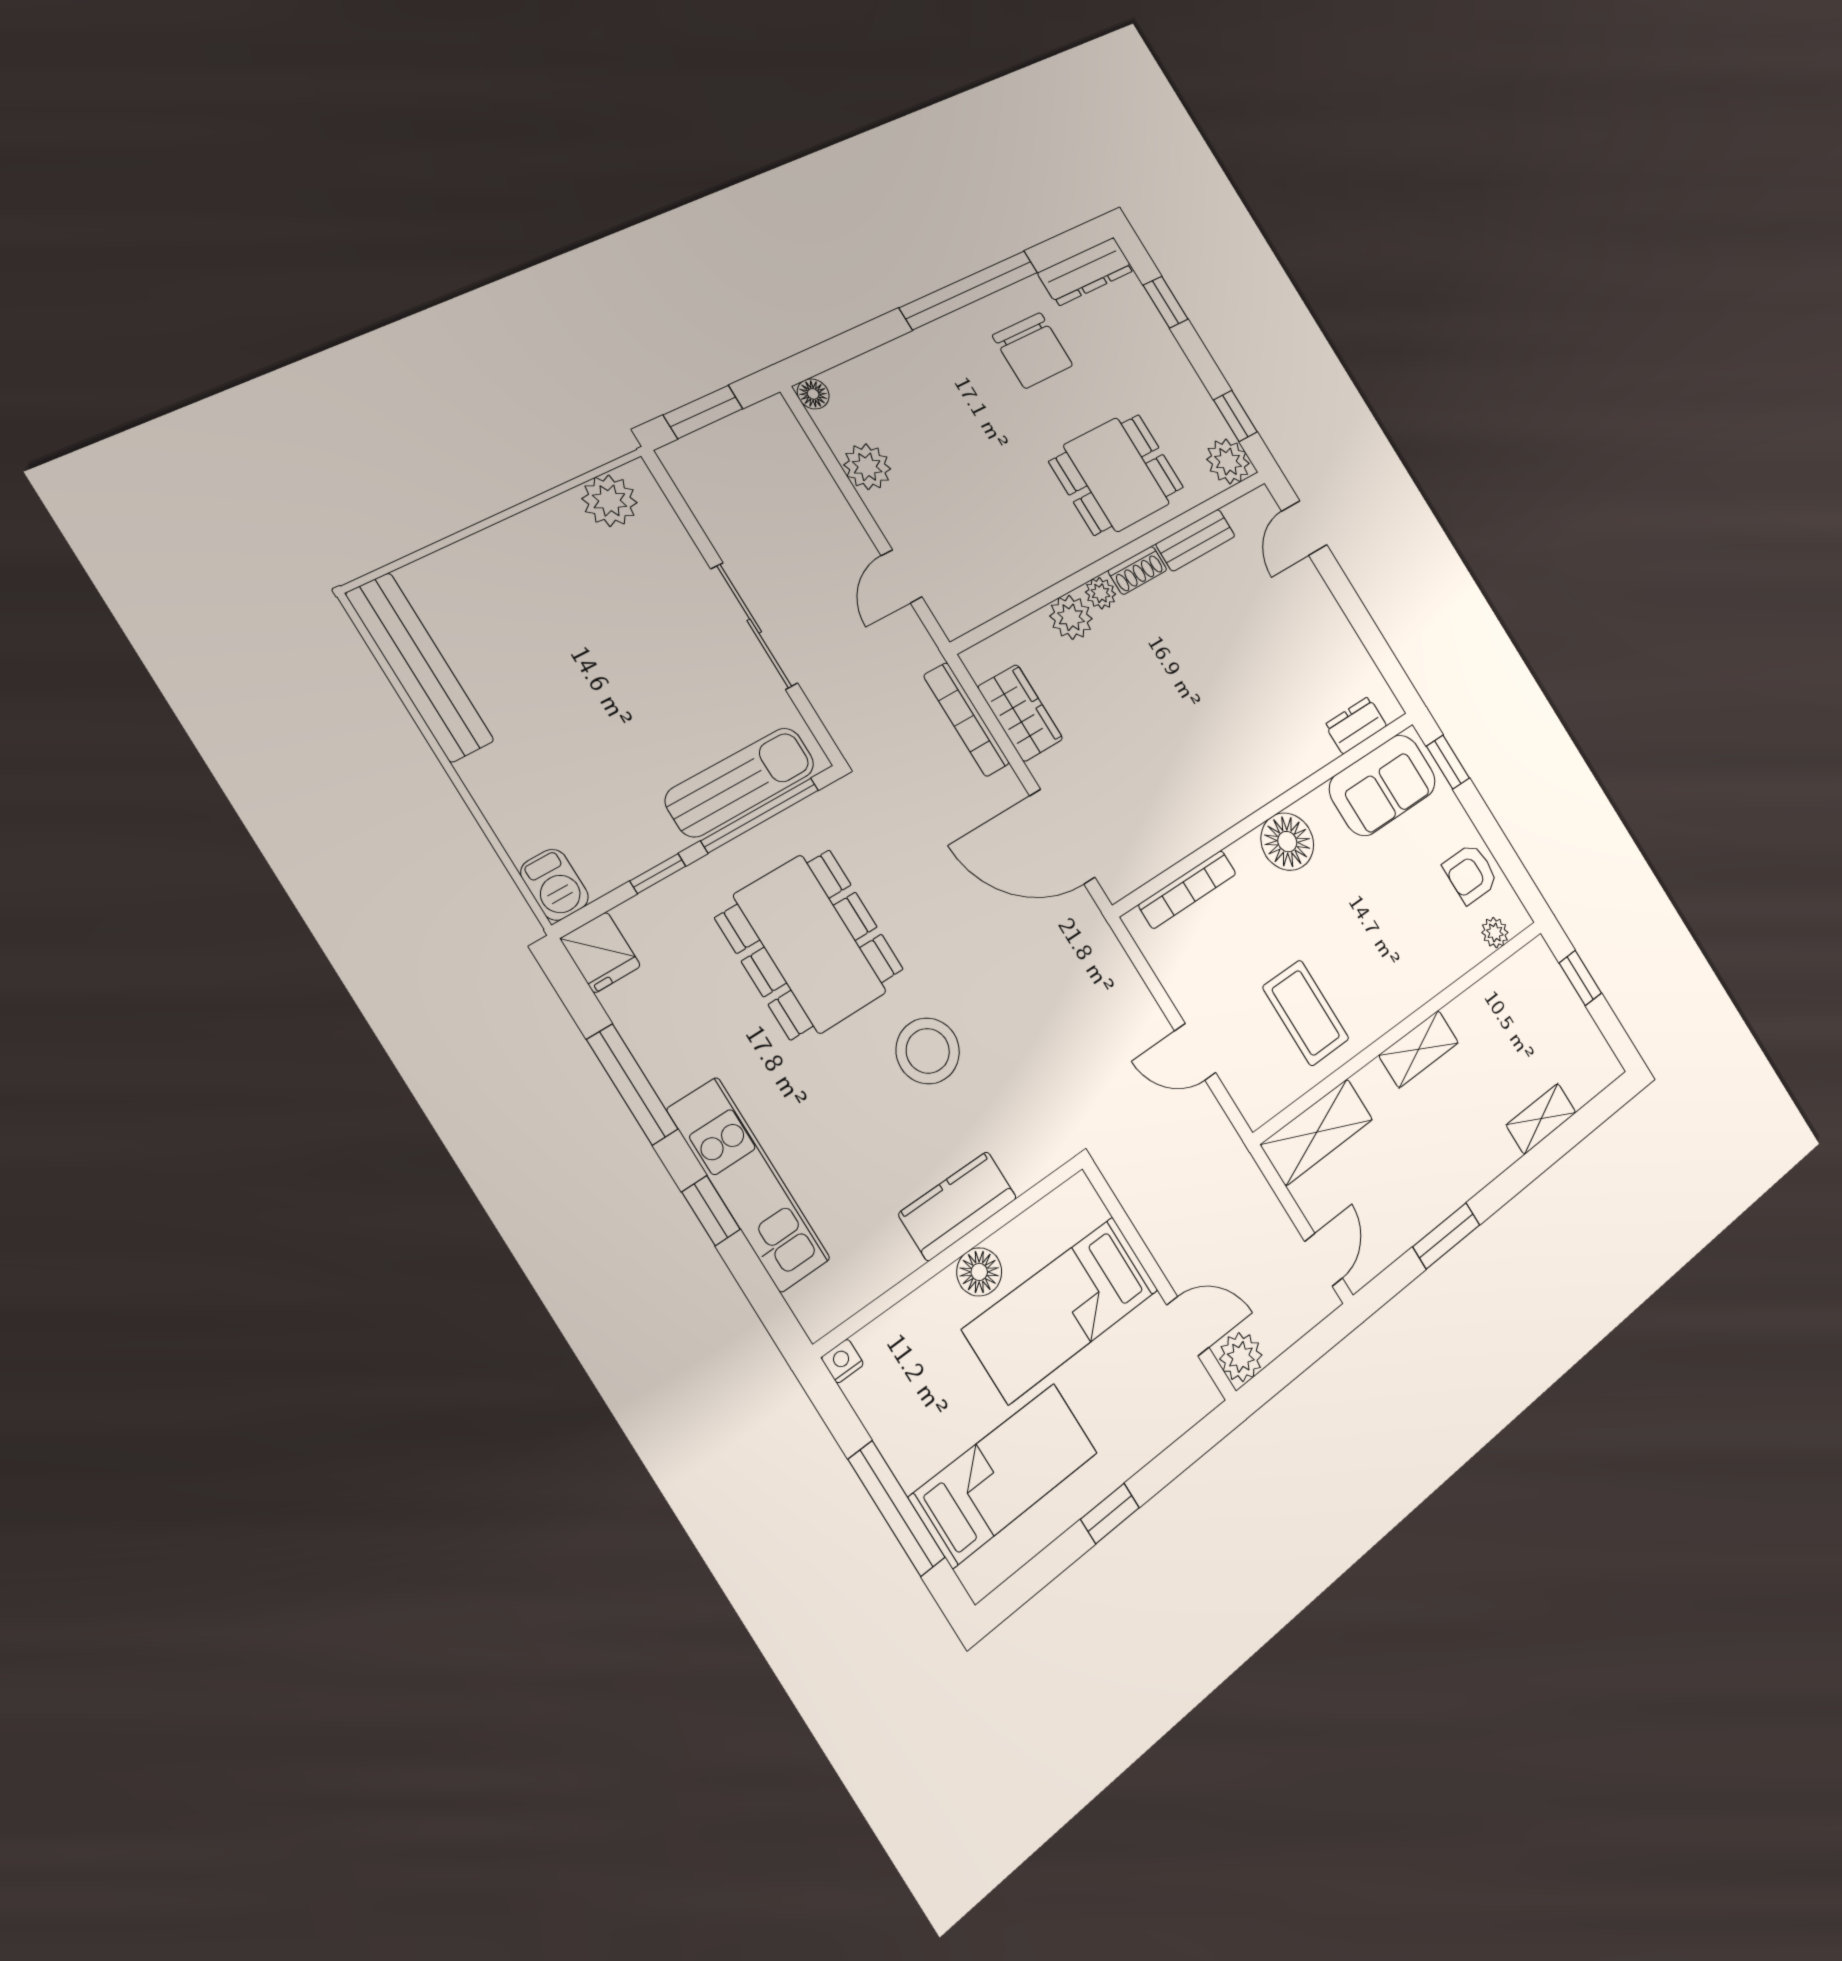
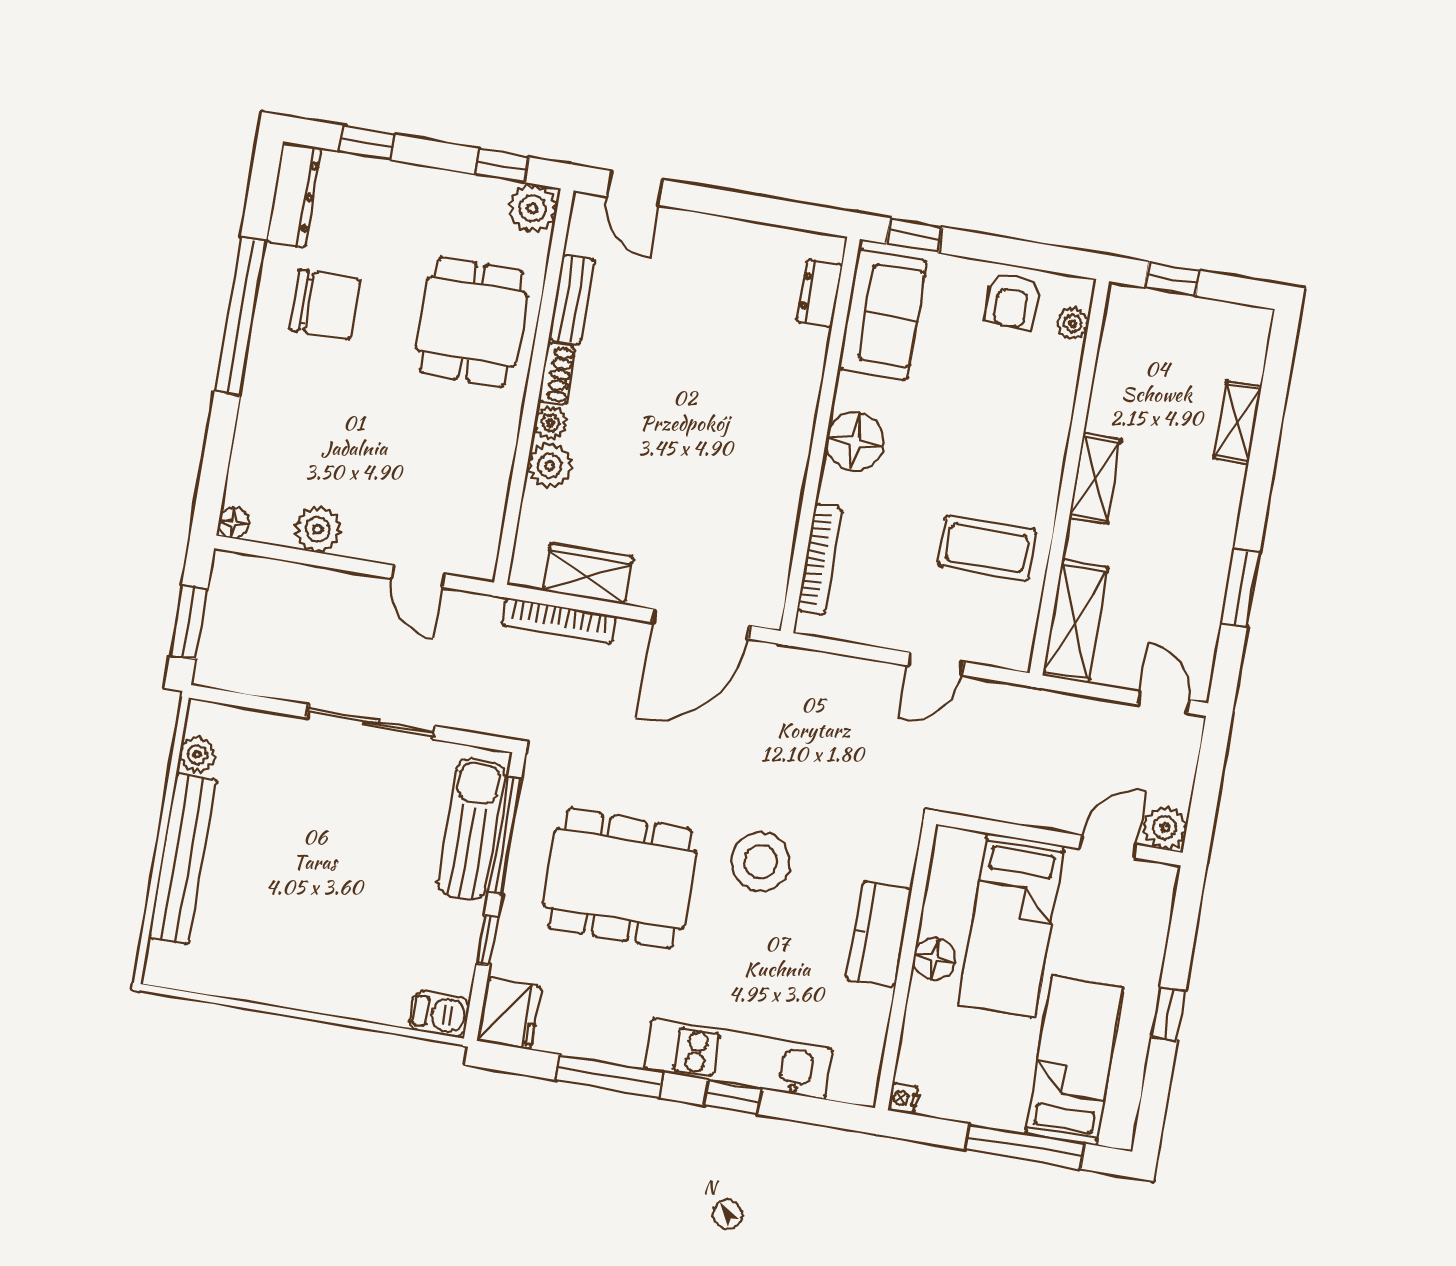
plant: (609, 501) -> (197, 754), width x0.73, depth x0.73
bench: (420, 667) -> (183, 859), moved, turned 90
fridge: (600, 952) -> (509, 1014), width x1.38

